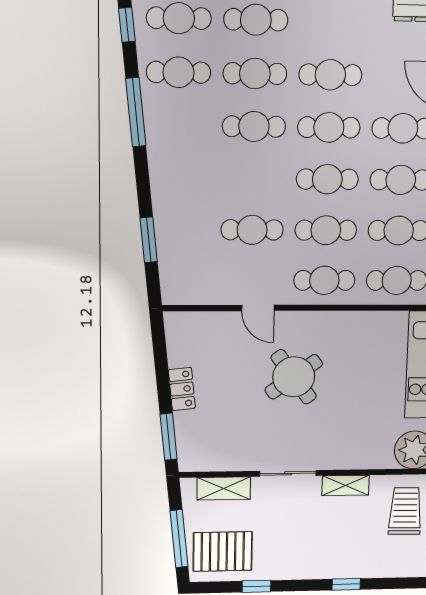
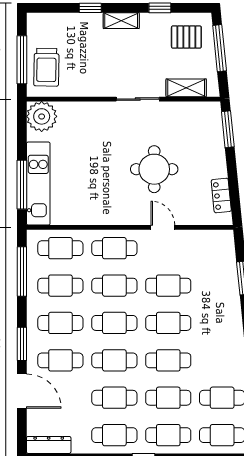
cafe table: (332, 21) -> (114, 435), added
cafe table: (253, 179) -> (168, 323), added
round table: (294, 377) -> (154, 169), moved, turned 36
locker: (182, 389) -> (221, 196), moved
shelving: (346, 485) -> (121, 21), moved
pallet: (223, 551) -> (186, 37), width x0.67, depth x0.71

